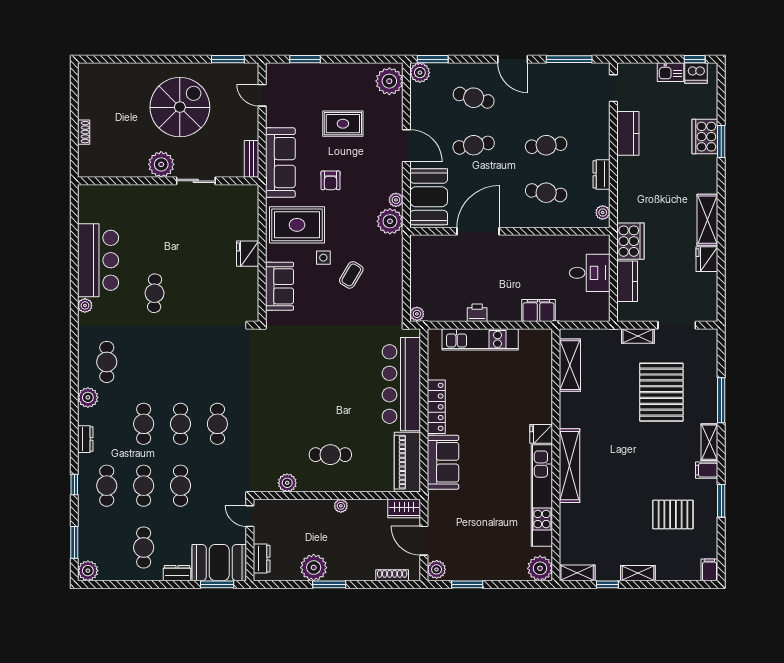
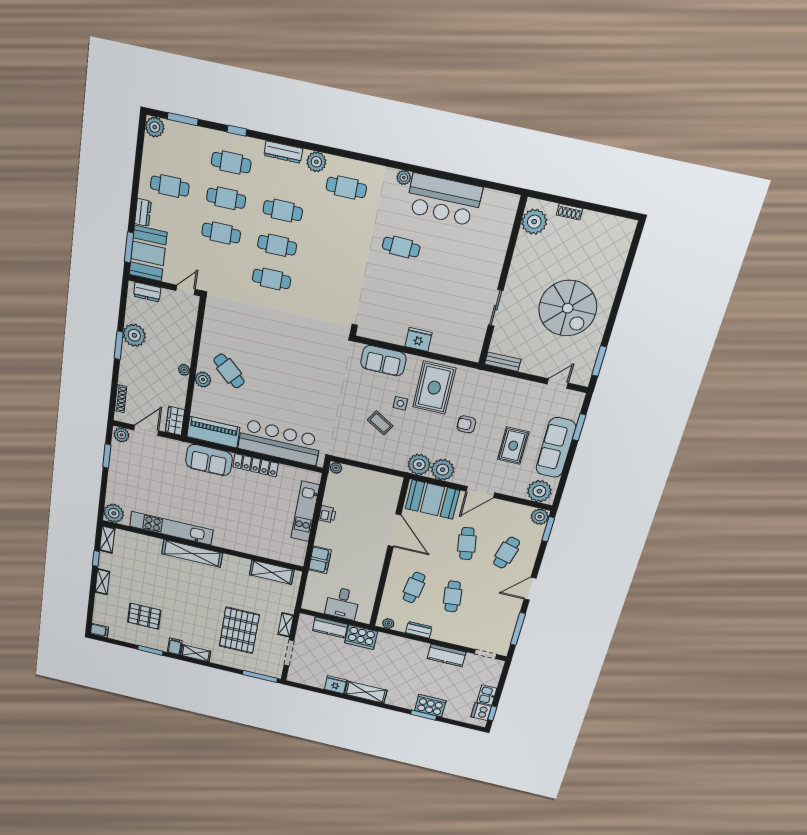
sofa: (280, 163) -> (556, 448), moved, turned 90
plant: (161, 164) -> (534, 222), moved
plant: (396, 200) -> (443, 470), width x1.87, depth x1.87
pallet: (661, 392) -> (239, 630), turned 90
window: (721, 400) -> (260, 676), moved
fridge: (541, 434) -> (221, 539), removed
dresser: (85, 439) -> (283, 152), width x1.44
cafe table: (330, 455) -> (229, 371), turned -48
plant: (287, 483) -> (203, 379), moved
pallet: (673, 514) -> (144, 616), turned 90

